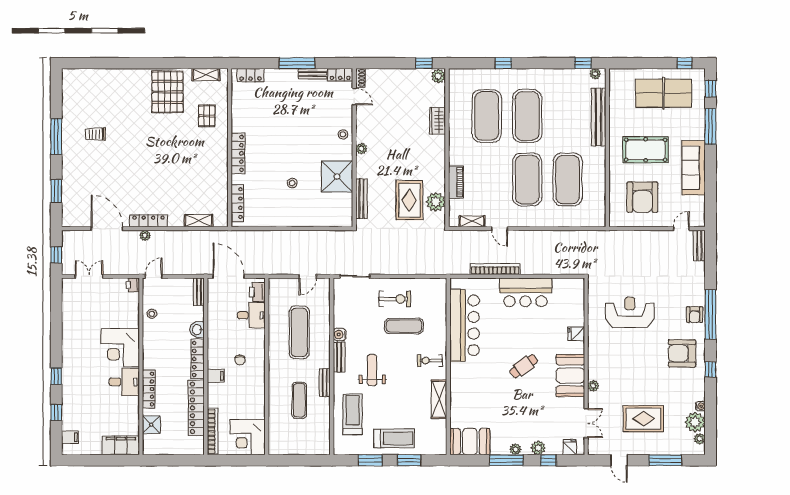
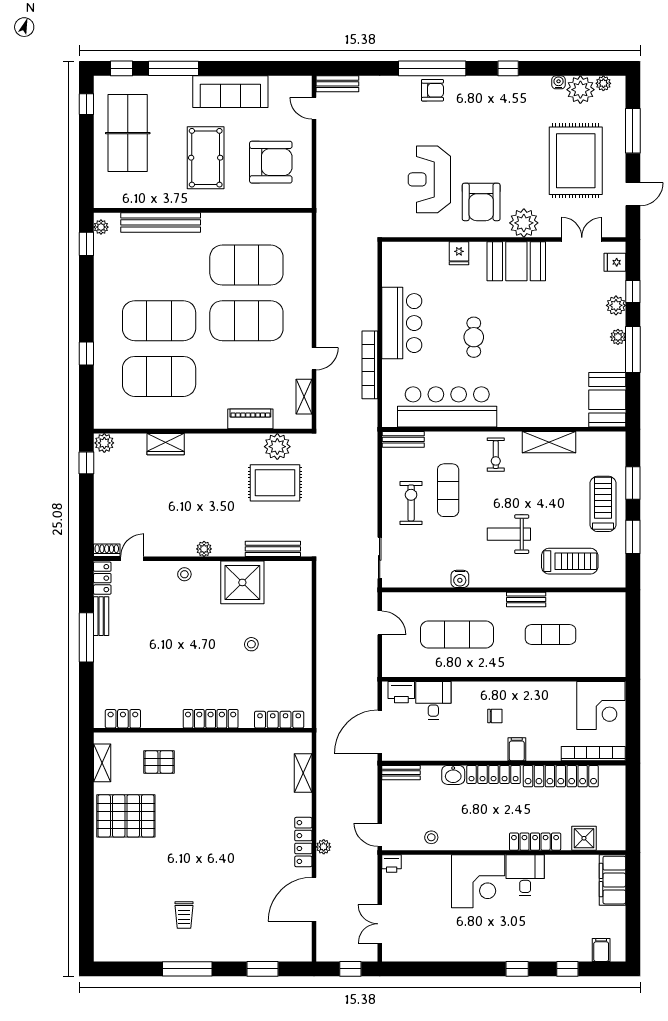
locker: (251, 75) -> (123, 719), moved, turned -90
armchair: (682, 353) -> (481, 202), moved
bench: (339, 357) -> (403, 439), moved
cafe table: (524, 366) -> (474, 337), moved, turned 36
plant: (593, 386) -> (524, 223), width x1.88, depth x1.88
treadmill: (352, 414) -> (570, 561), turned 180
rug: (643, 419) -> (576, 161), width x1.37, depth x1.44

